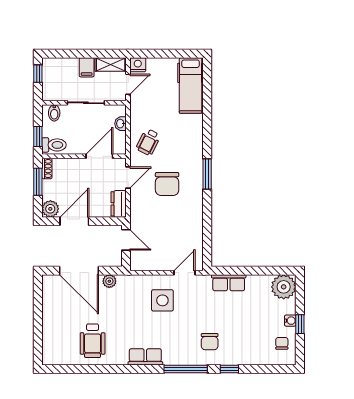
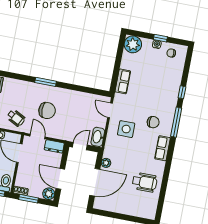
washbasin: (144, 263) -> (98, 137), added
chair: (210, 342) -> (153, 122), moved

